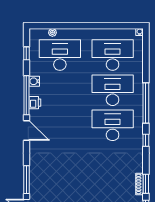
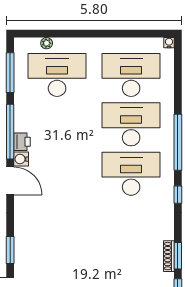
window: (26, 53) -> (10, 73), width x2.17
water cooler: (34, 81) -> (21, 159), moved
window: (26, 180) -> (10, 250), width x0.69

